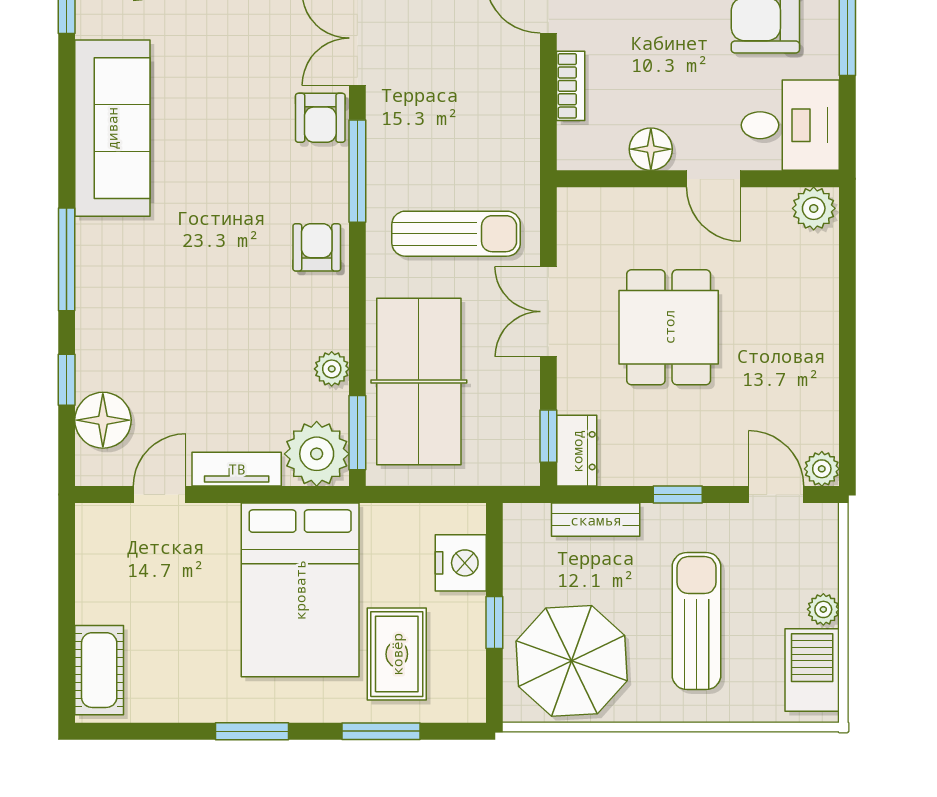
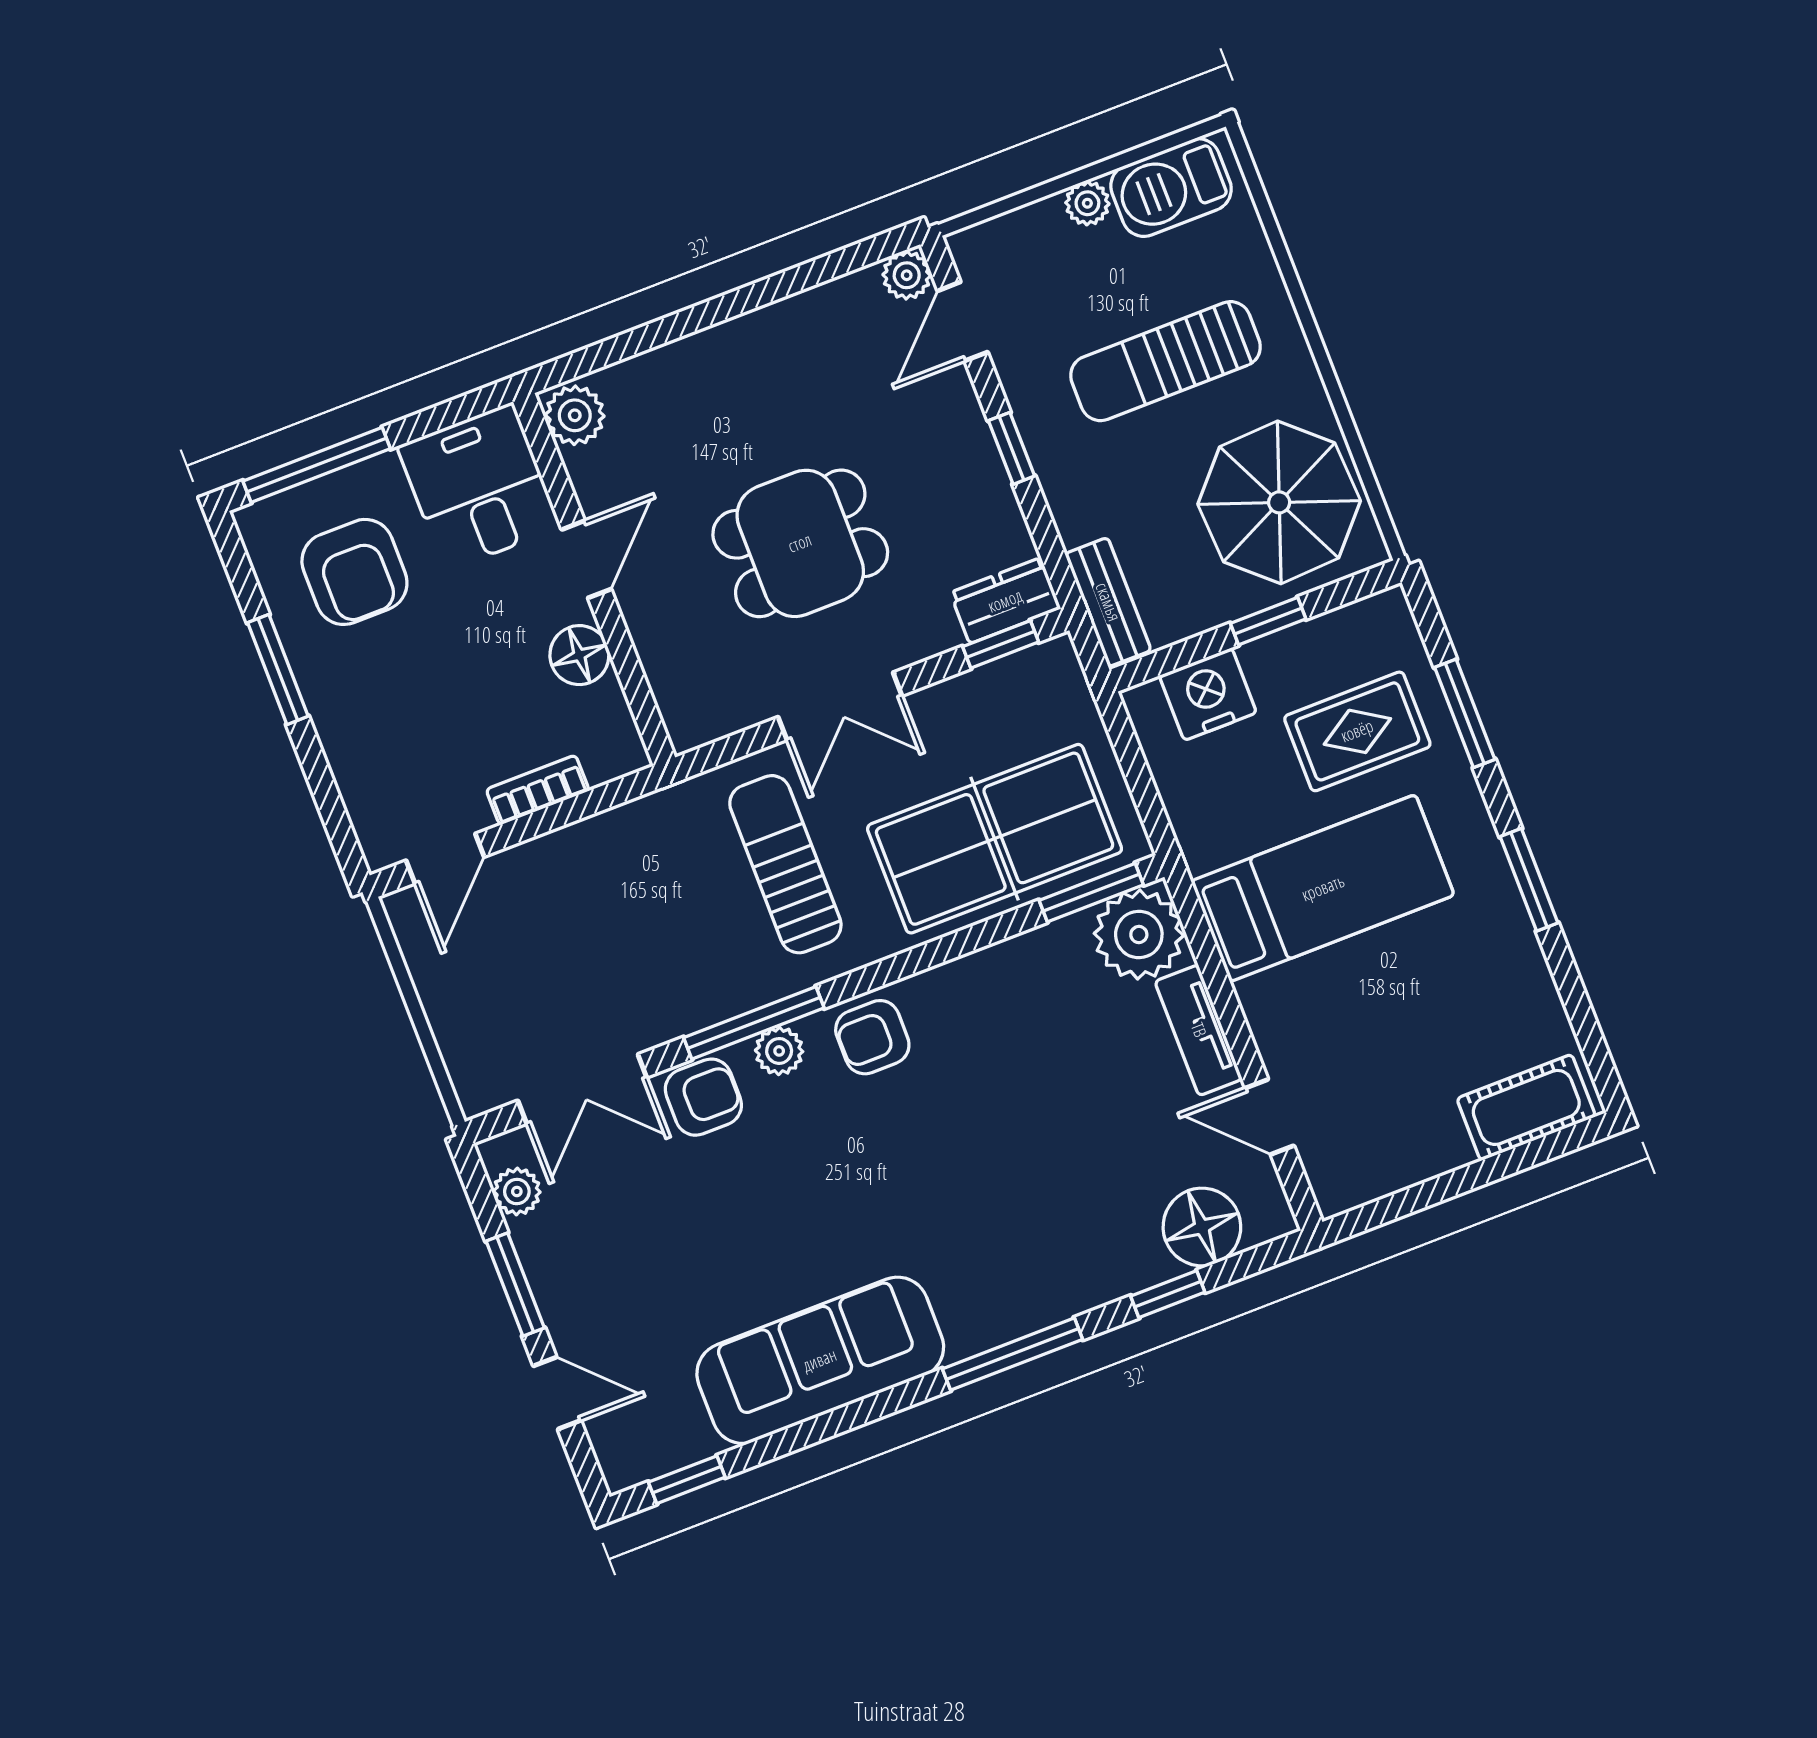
plant: (332, 369) -> (779, 1051), moved
bench: (596, 520) -> (1108, 602), moved
bed: (300, 590) -> (1323, 888), width x0.67

